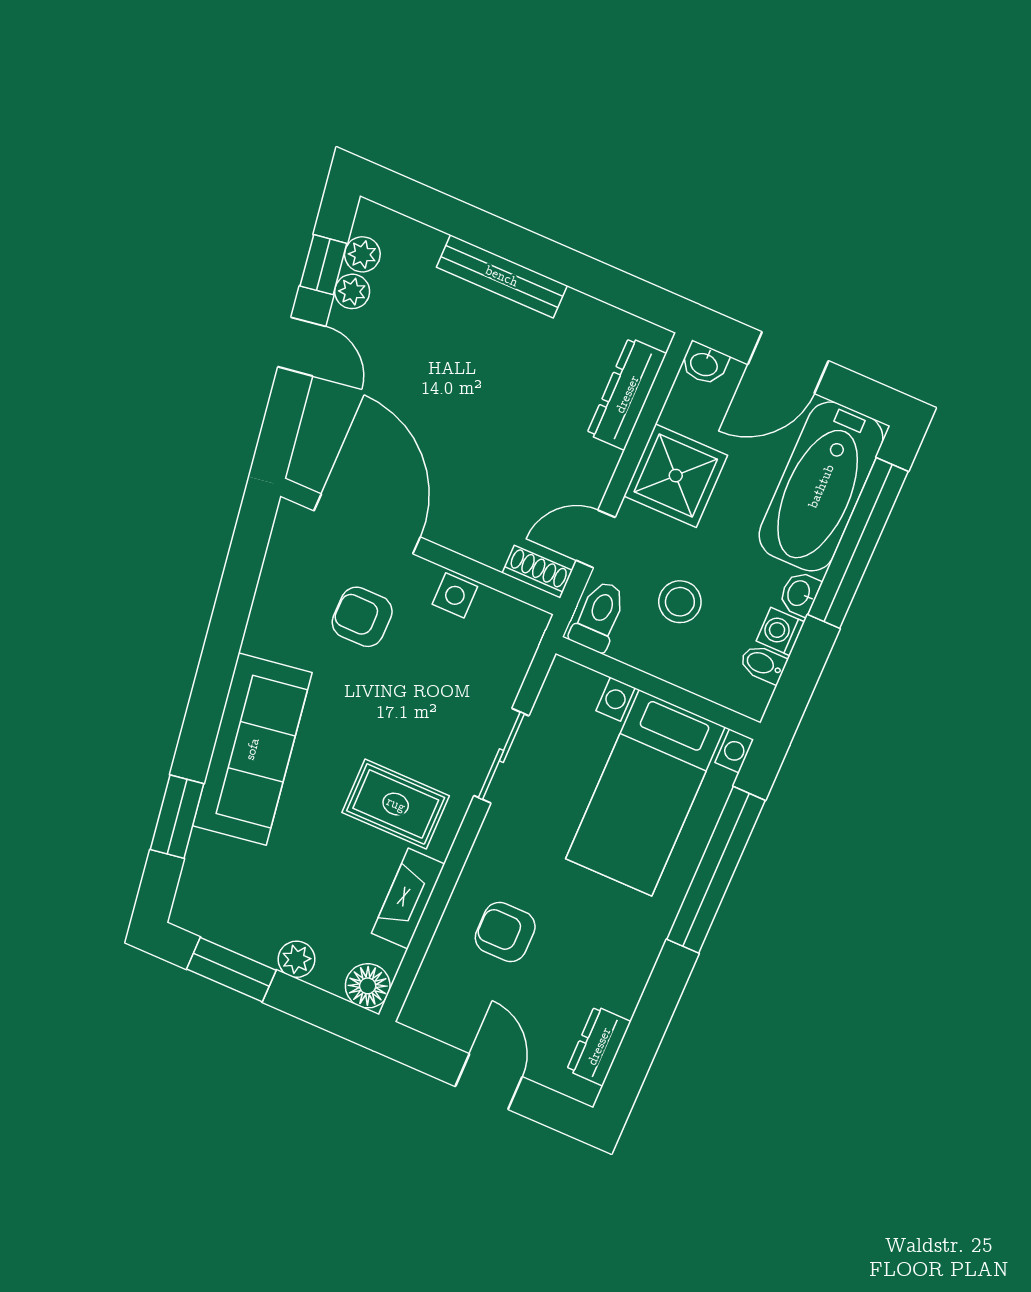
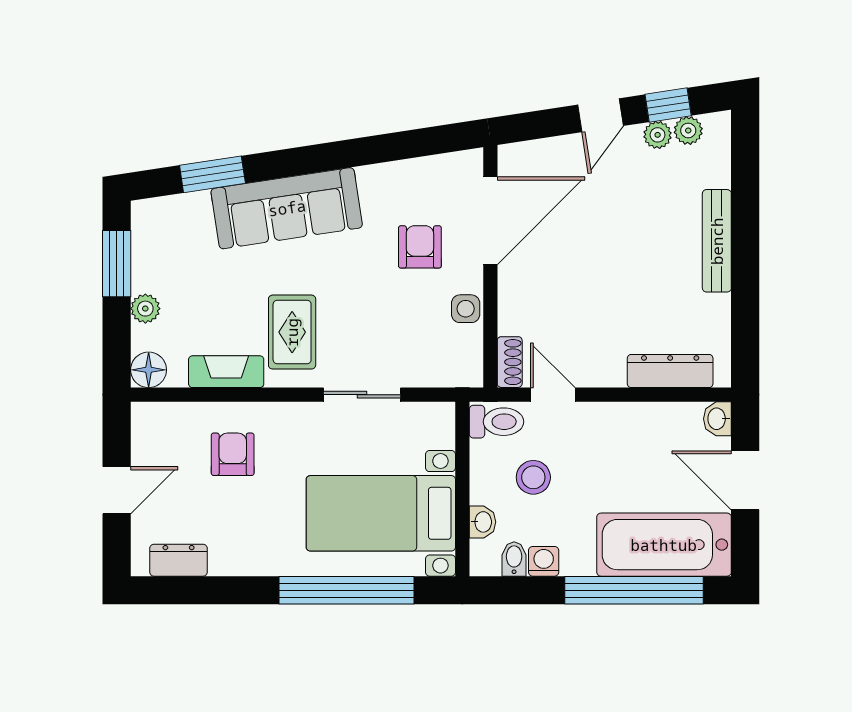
shower: (676, 476) -> (625, 434), removed
washbasin: (799, 594) -> (482, 522), moved, turned 90

